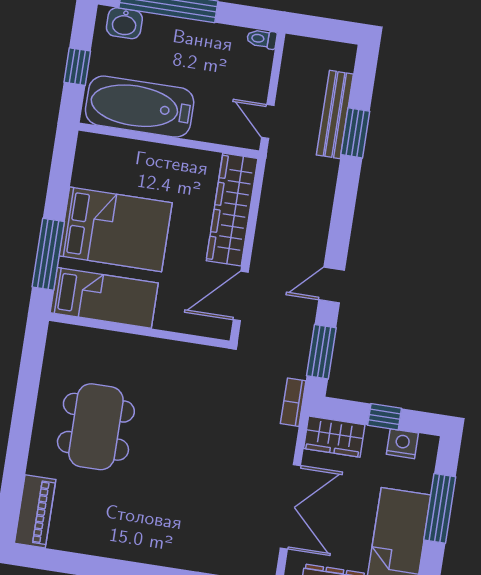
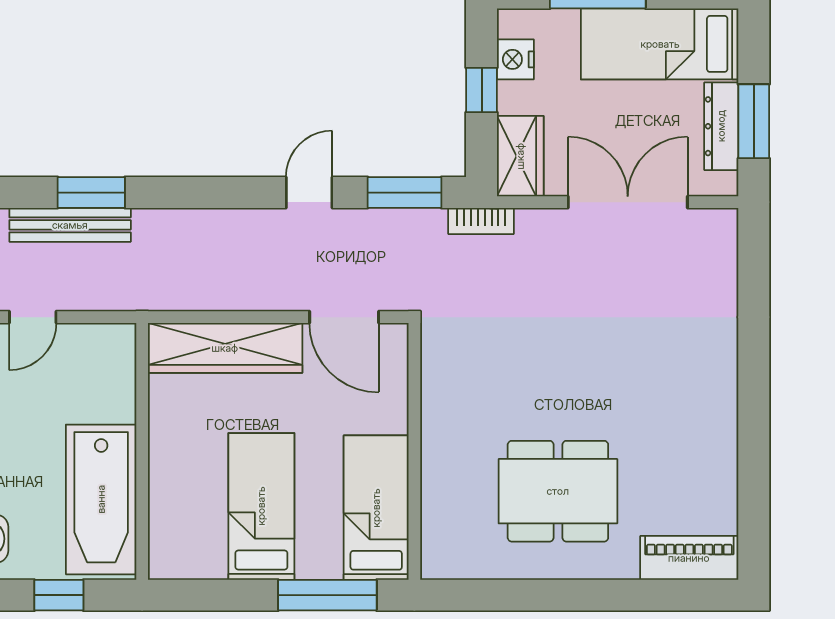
door: (268, 121) -> (33, 317), moved
bed: (116, 229) -> (261, 506), width x0.67
door: (332, 285) -> (309, 193), swing flipped

